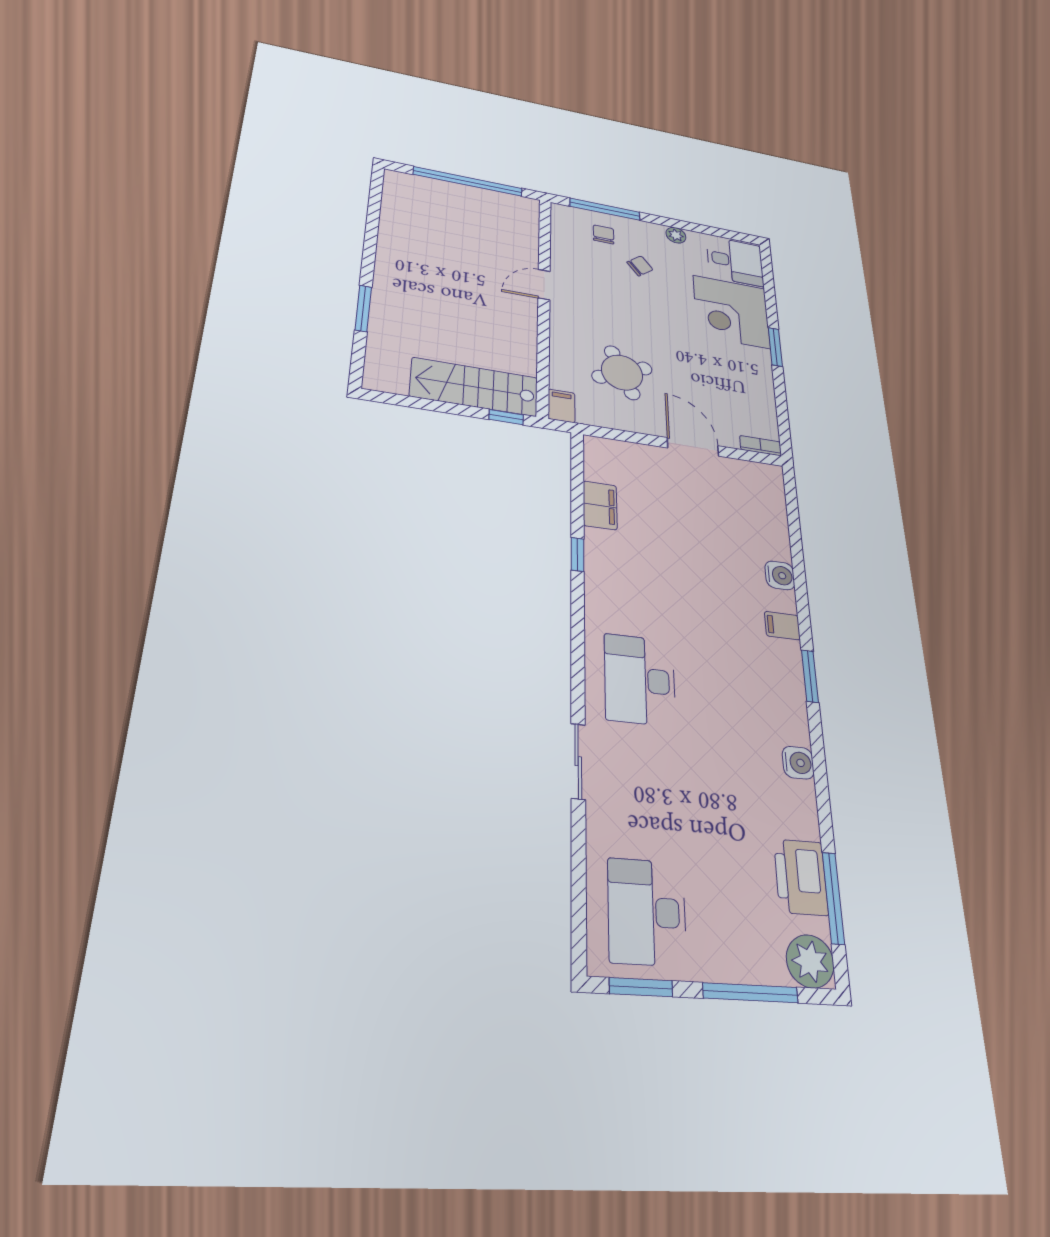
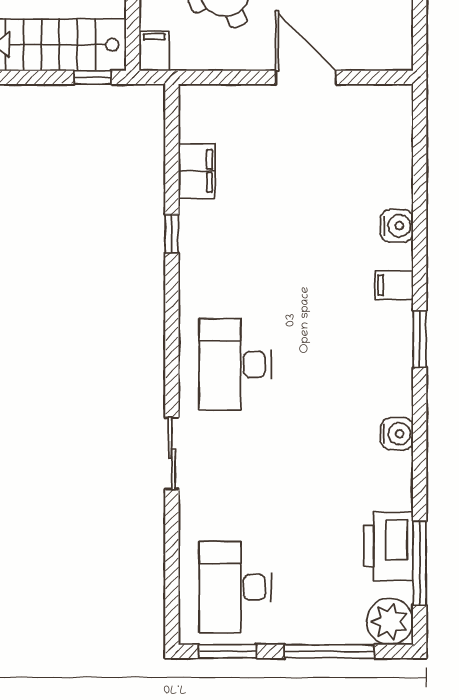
bookcase: (761, 446) -> (388, 61), removed

